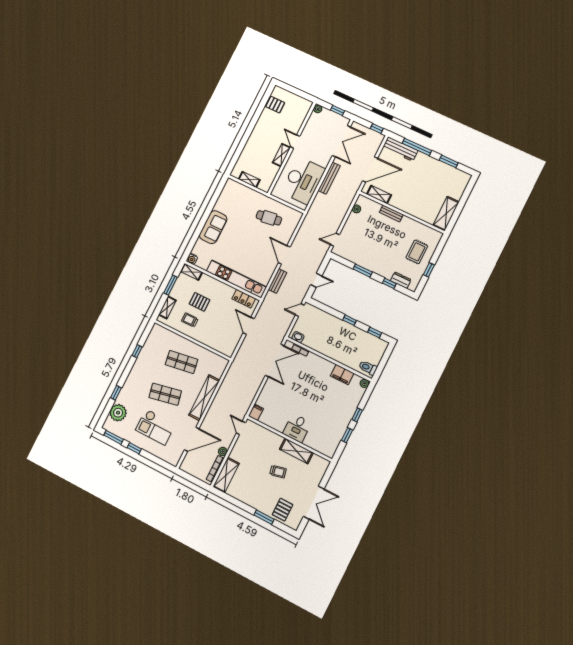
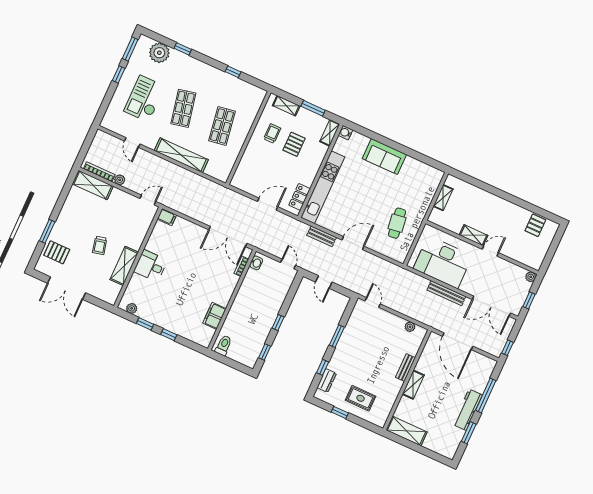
workbench: (400, 149) -> (468, 410), moved
shelving: (379, 195) -> (413, 385), moved
plant: (364, 383) -> (132, 308), moved
door: (192, 439) -> (132, 143), width x0.53

